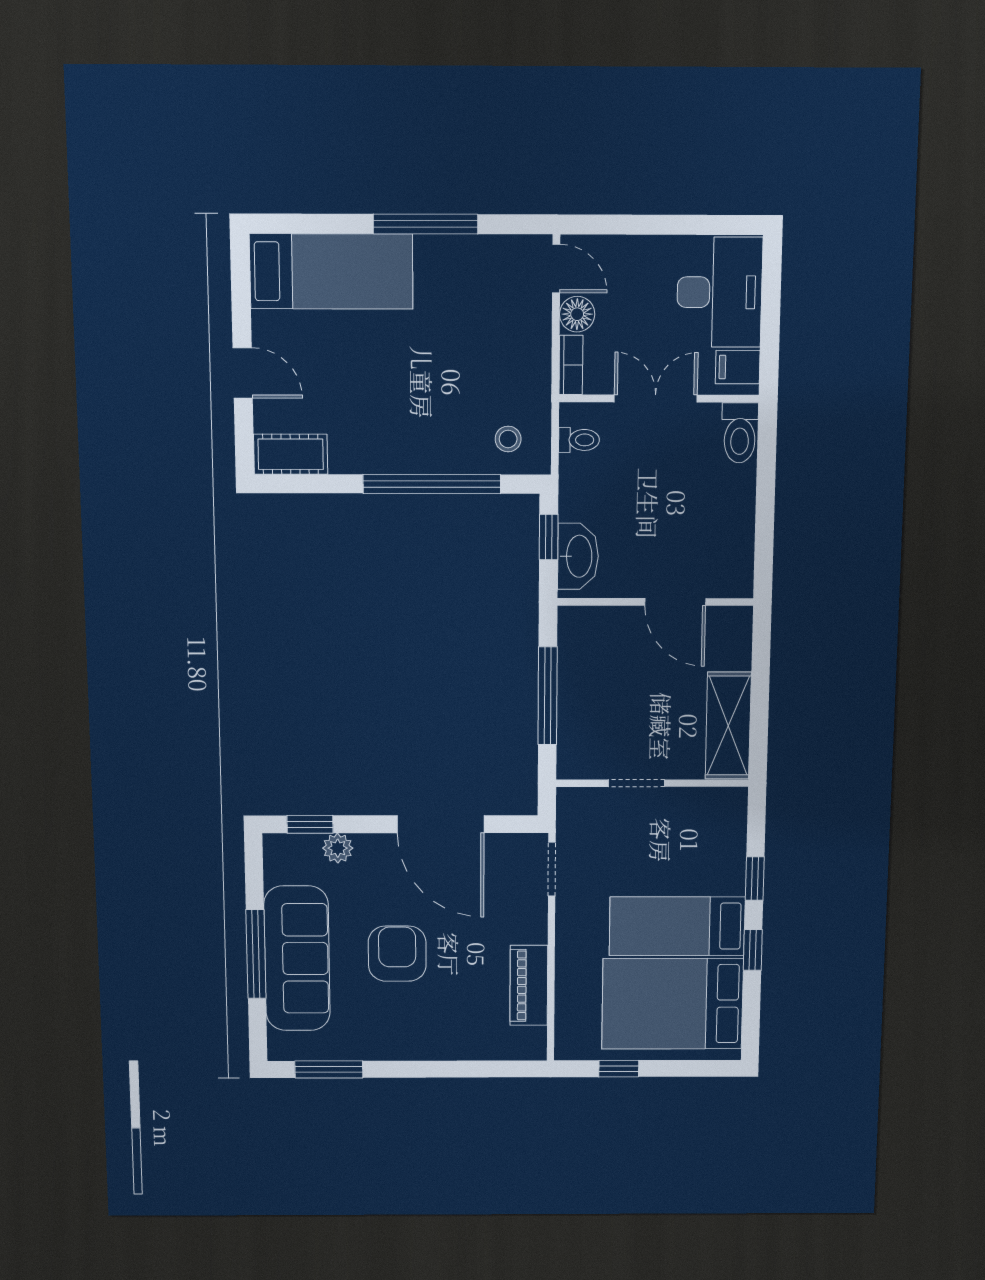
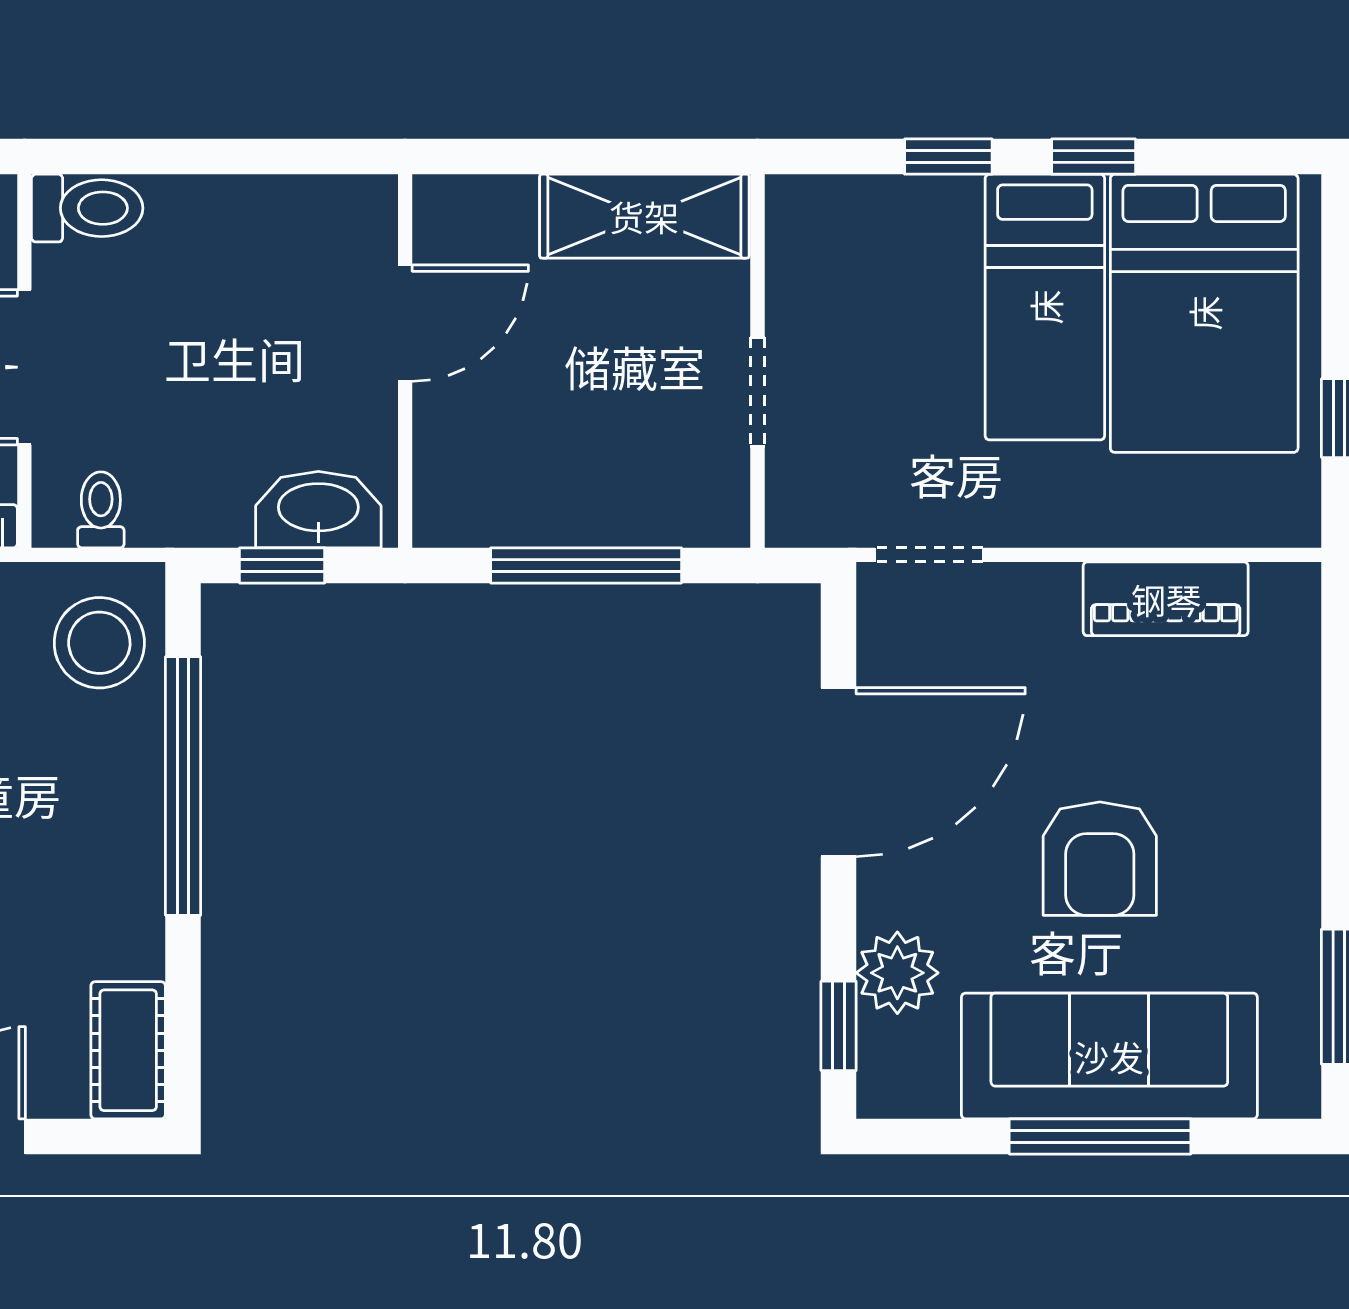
stool: (508, 439) -> (99, 643), width x1.89, depth x1.89
plant: (338, 848) -> (897, 973), width x1.38, depth x1.38
armchair: (397, 954) -> (1100, 859), turned -90

